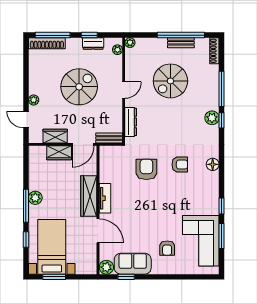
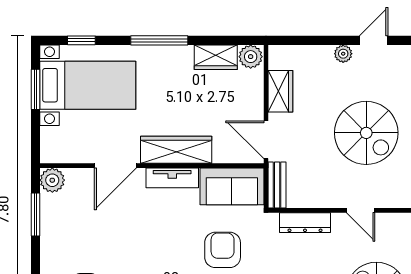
door: (26, 120) -> (374, 40), moved
wardrobe: (59, 153) -> (216, 57), moved, turned -90
armchair: (146, 169) -> (223, 250), turned -90
plant: (35, 198) -> (251, 57), moved
window: (26, 239) -> (81, 40), moved
sofa: (133, 264) -> (232, 186), moved, turned 90
window: (126, 277) -> (36, 215), width x1.50

